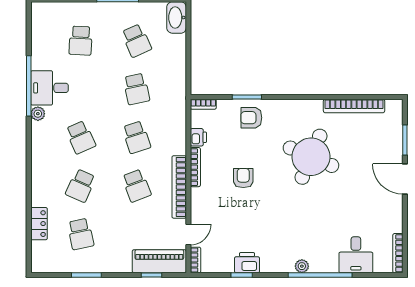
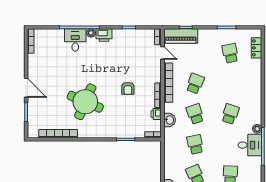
armchair: (251, 118) -> (123, 126), removed
washbasin: (177, 128) -> (170, 120), added
school desk: (81, 137) -> (230, 114), turned 42
school desk: (81, 186) -> (230, 84), removed
school desk: (136, 186) -> (195, 84), turned 42
locker: (39, 224) -> (256, 48), moved
door: (188, 234) -> (162, 53), swing flipped
desk: (356, 255) -> (75, 40), moved
printer: (247, 263) -> (104, 35), moved

